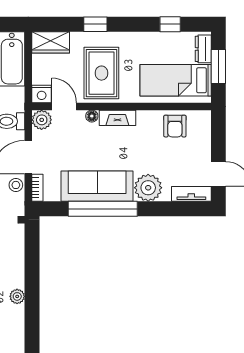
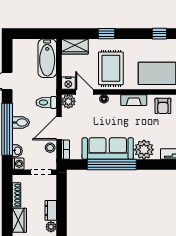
fireplace: (117, 118) -> (134, 100), moved
dresser: (17, 273) -> (51, 210), added

